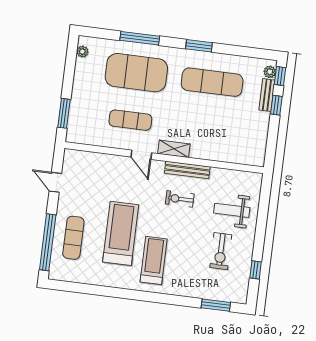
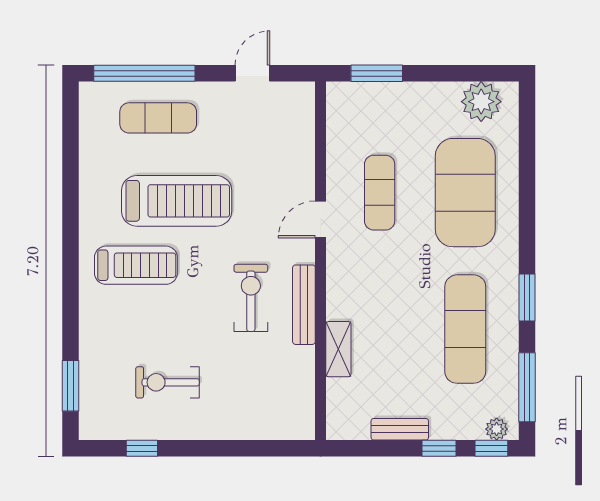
window: (140, 38) -> (527, 387), moved
plant: (82, 52) -> (481, 102), width x1.88, depth x1.88
bench: (267, 95) -> (400, 429), moved
shelving: (174, 149) -> (338, 349), moved
exercise bike: (180, 199) -> (251, 298), width x1.38, depth x1.39
weight bench: (232, 210) -> (242, 393), removed

